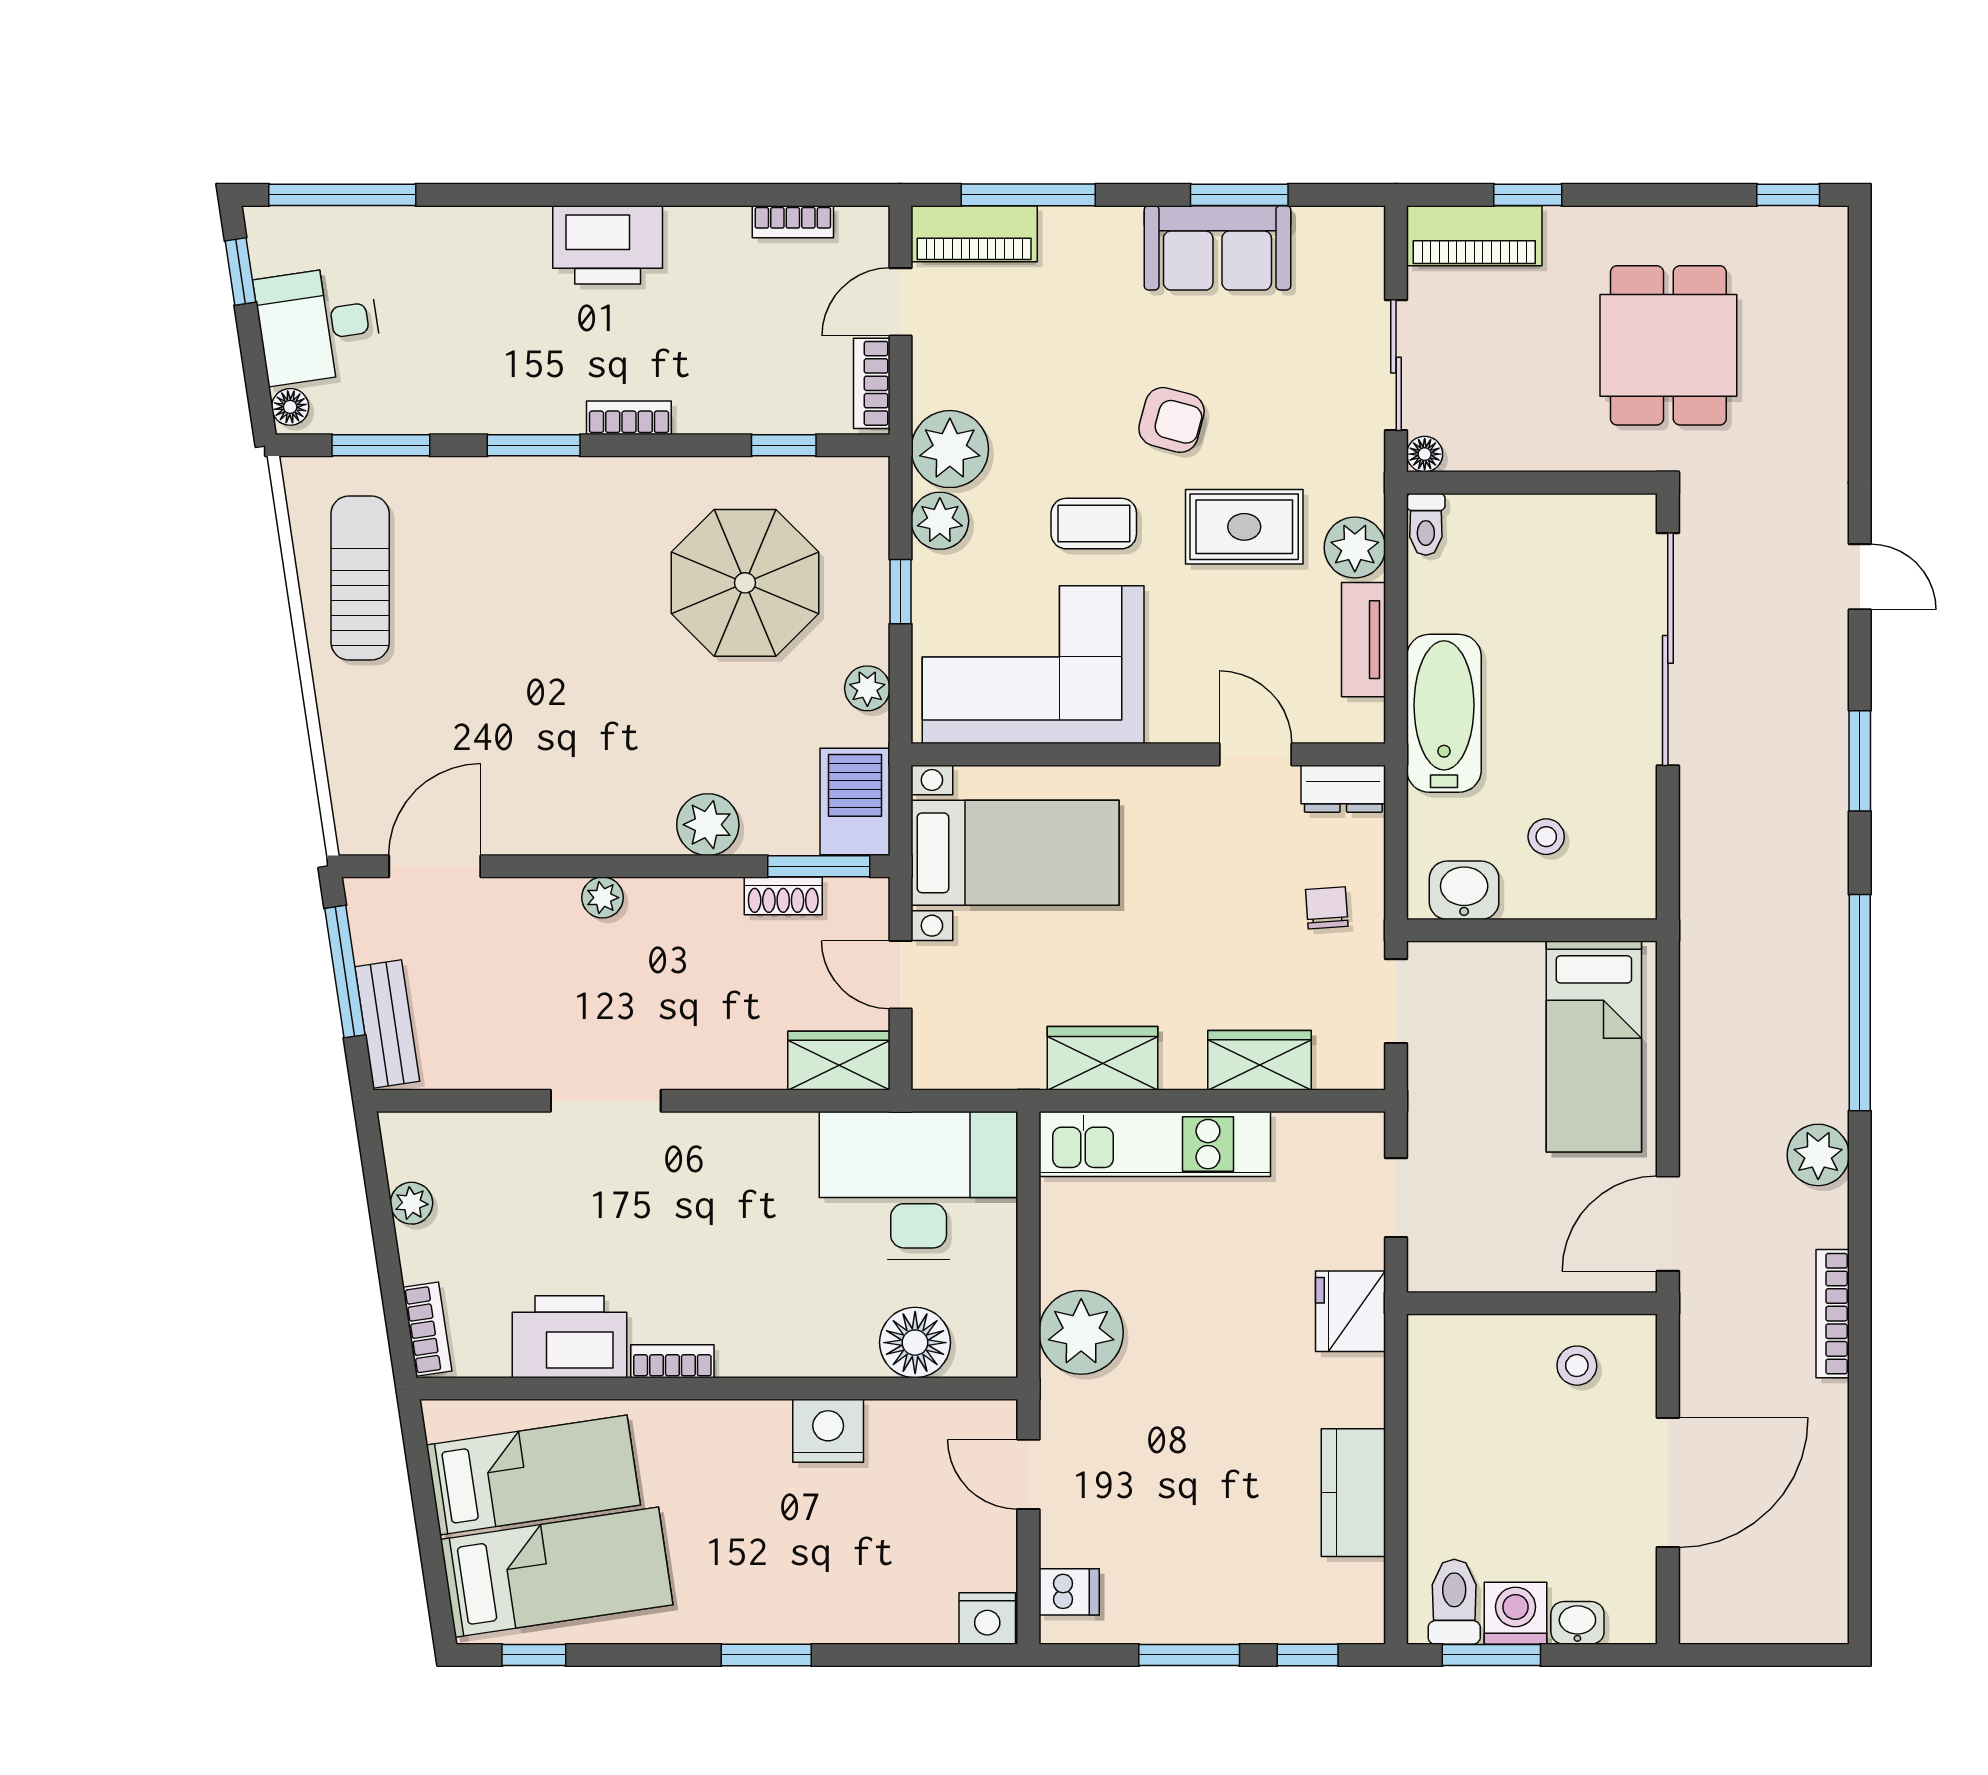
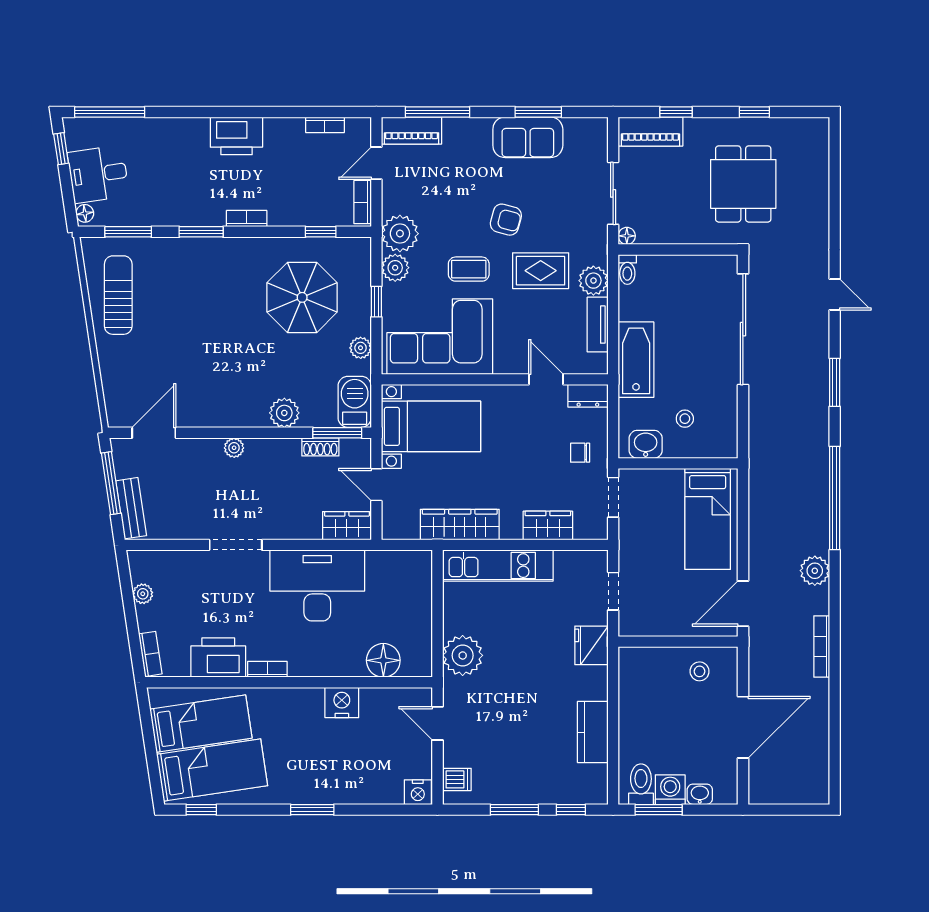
window: (1788, 195) -> (754, 112), moved
chair: (1327, 908) -> (580, 453), turned -86
wardrobe: (1103, 1058) -> (460, 525), width x1.50
desk: (919, 1186) -> (317, 585), moved

